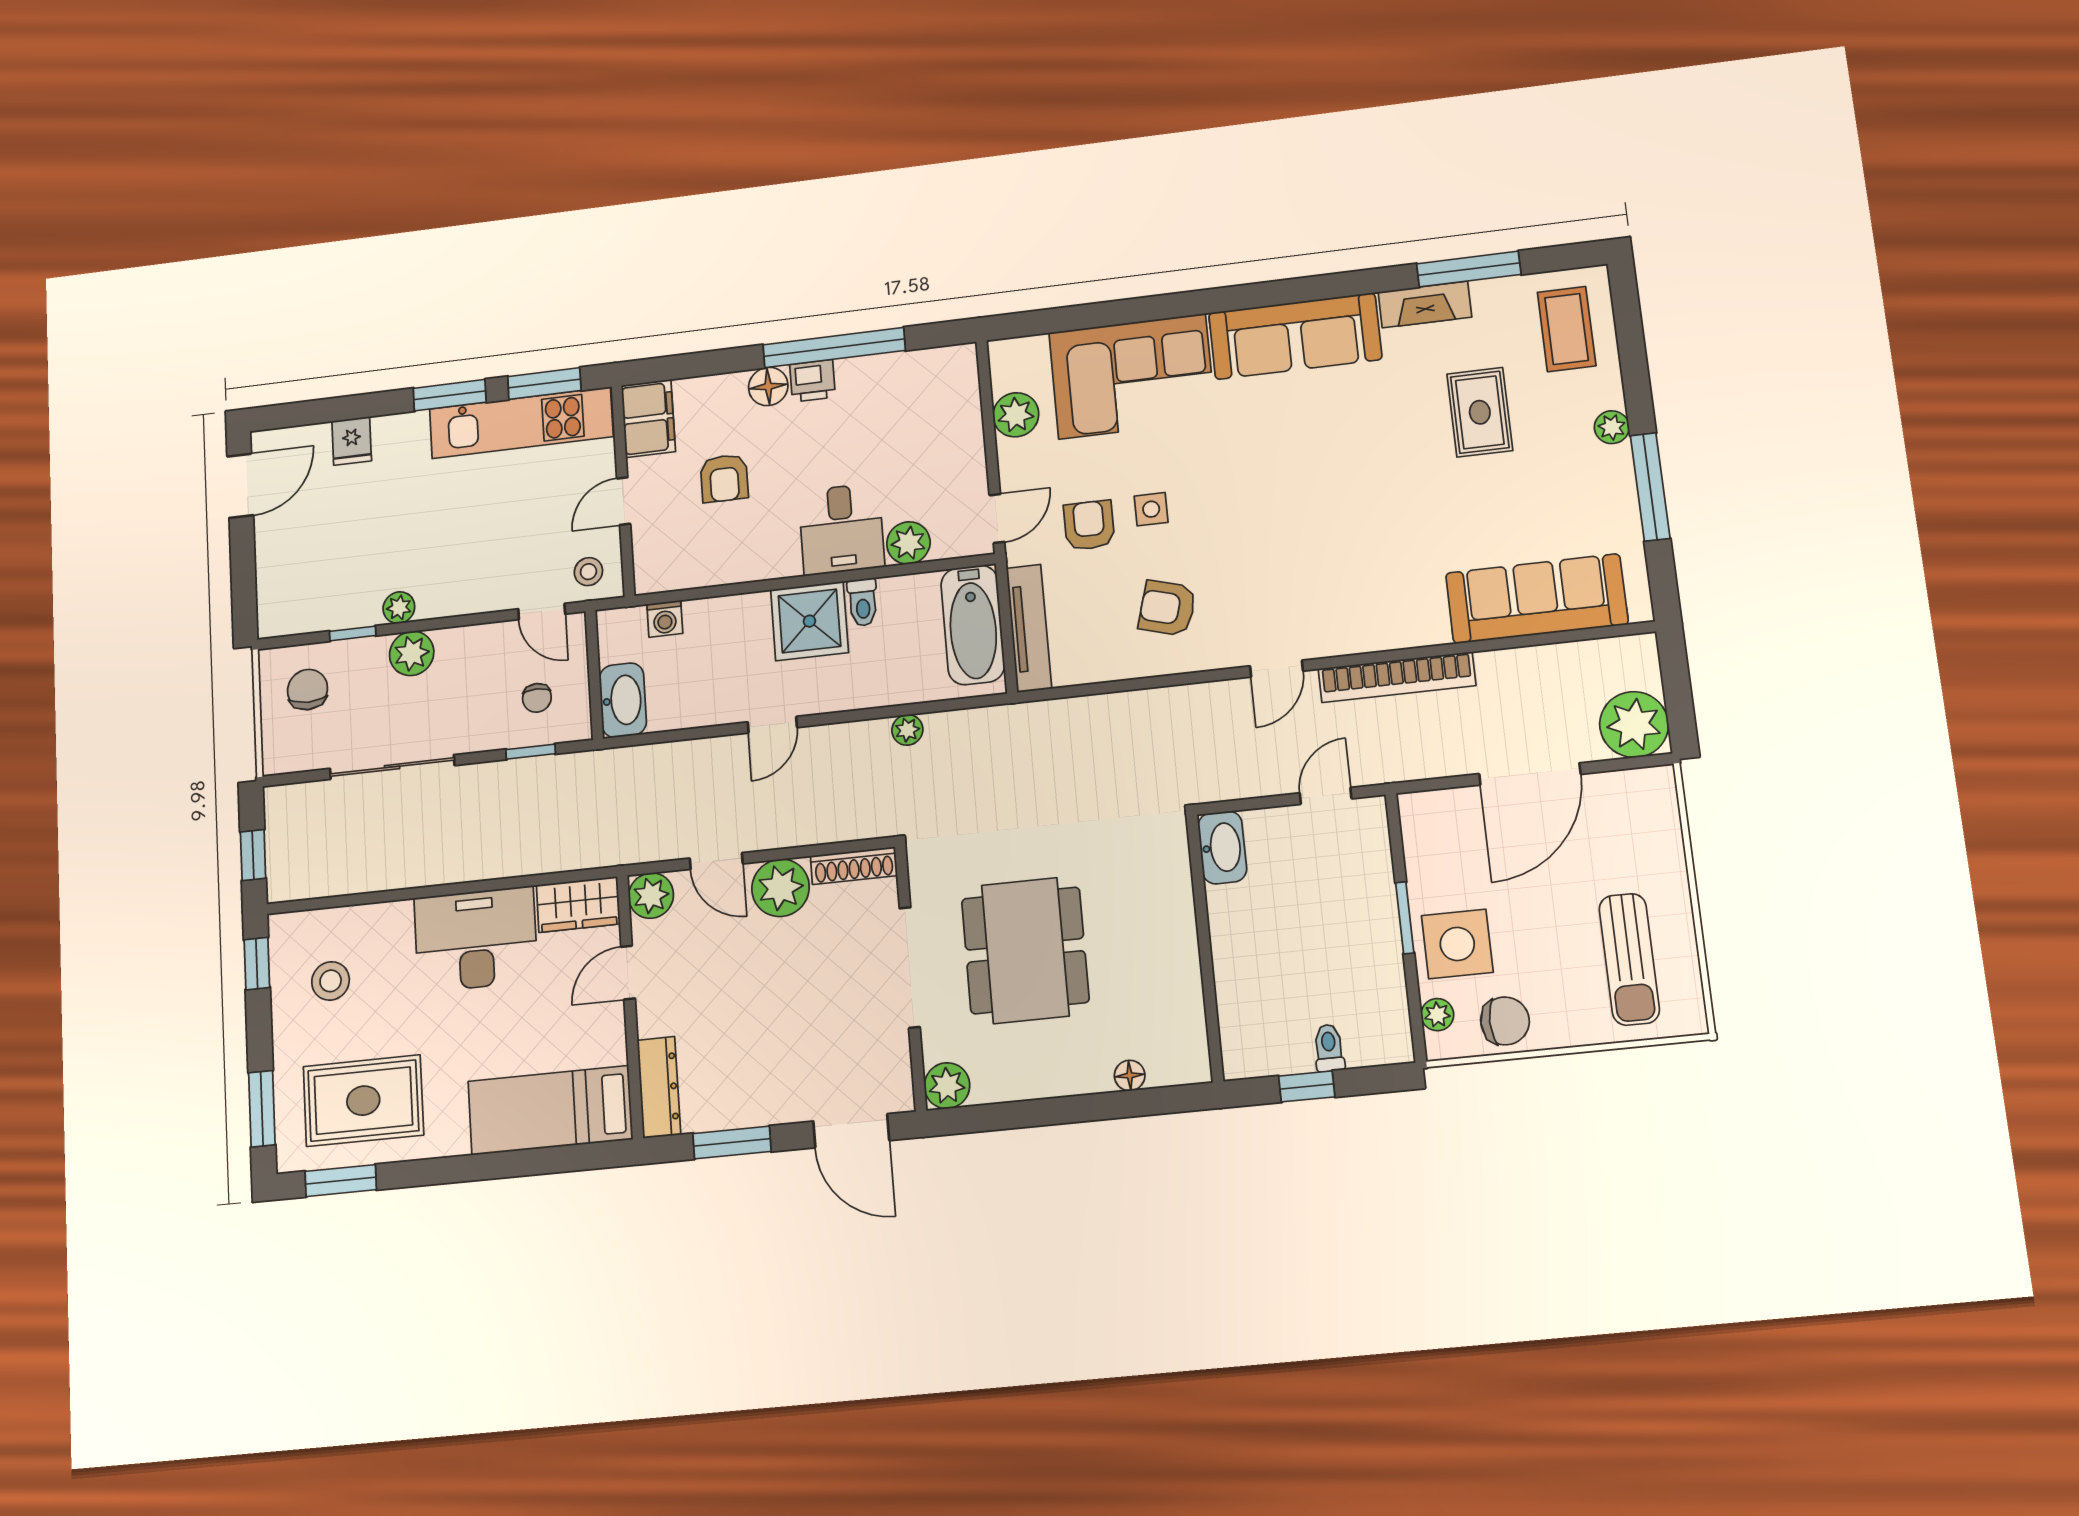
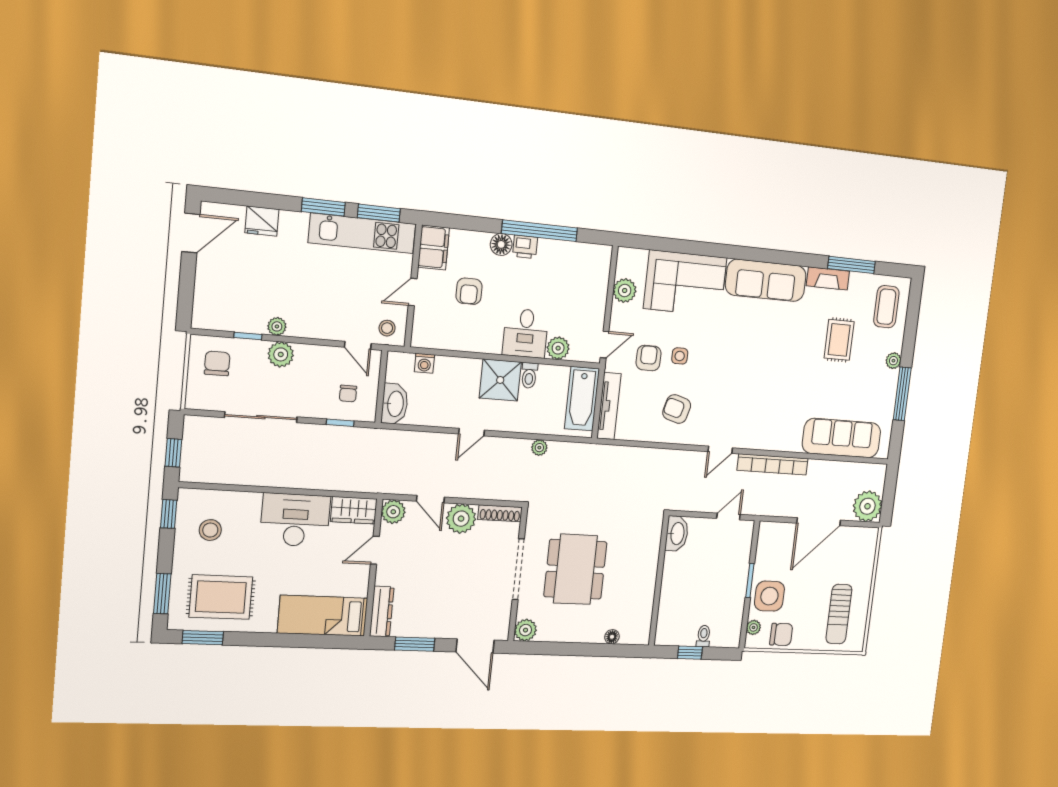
fridge: (352, 441) -> (262, 221), width x1.38

